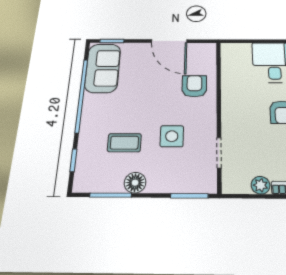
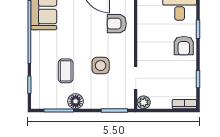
armchair: (194, 86) -> (117, 24), turned -90
coffee table: (124, 143) -> (66, 71), turned 90
plant: (261, 185) -> (144, 102), moved

